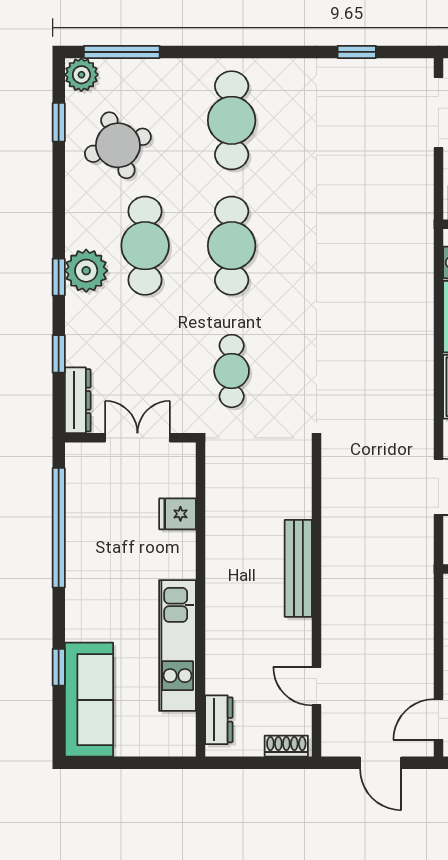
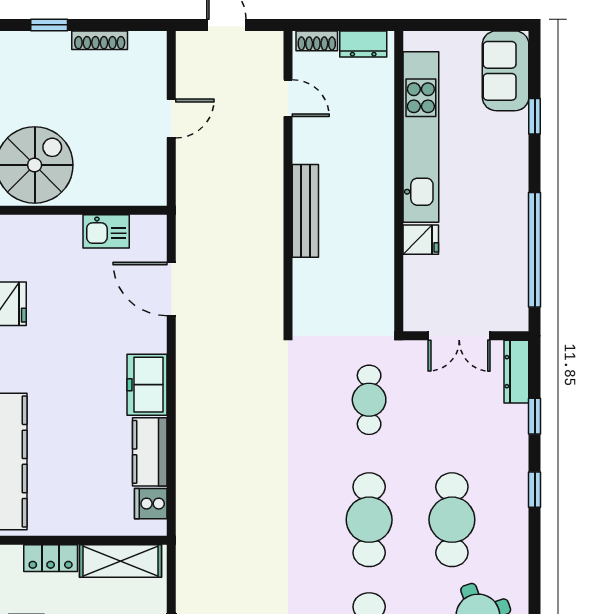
plant: (86, 271) -> (508, 496), removed
fridge: (178, 514) -> (421, 240), moved
kitchen unit: (178, 645) -> (421, 137), width x1.36
sofa: (89, 700) -> (506, 71), width x0.73
door: (438, 719) -> (171, 119), moved
dresser: (219, 720) -> (363, 44), moved, turned -90

